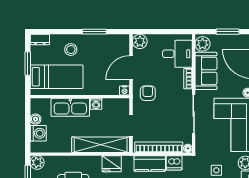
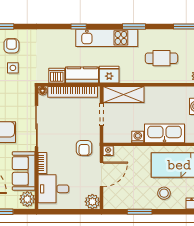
shelving: (101, 145) -> (123, 94), width x0.68
fridge: (112, 164) -> (109, 75), moved

